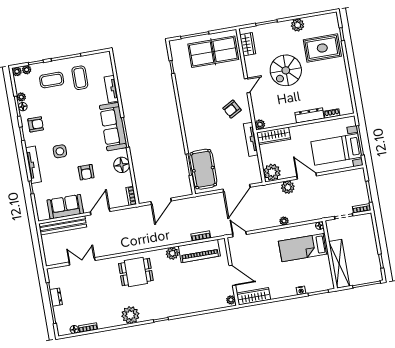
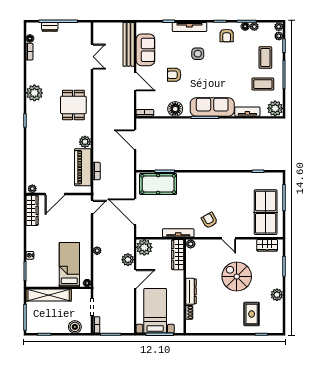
rug: (322, 48) -> (252, 314), width x0.73, depth x0.70
plant: (103, 60) -> (275, 108), added
boiler: (368, 230) -> (75, 327), added
dresser: (56, 297) -> (50, 27), moved

